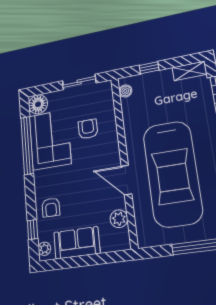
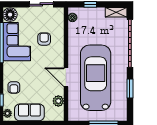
car: (172, 173) -> (96, 78), turned 180

